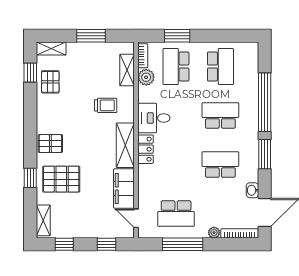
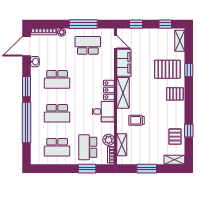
school desk: (176, 66) -> (88, 147), turned 180
school desk: (220, 66) -> (57, 147), turned -90
window: (30, 73) -> (189, 131), moved

